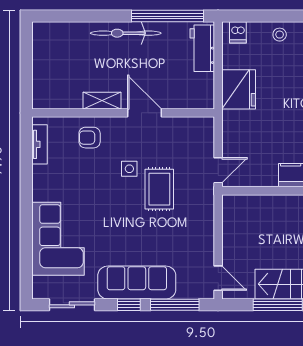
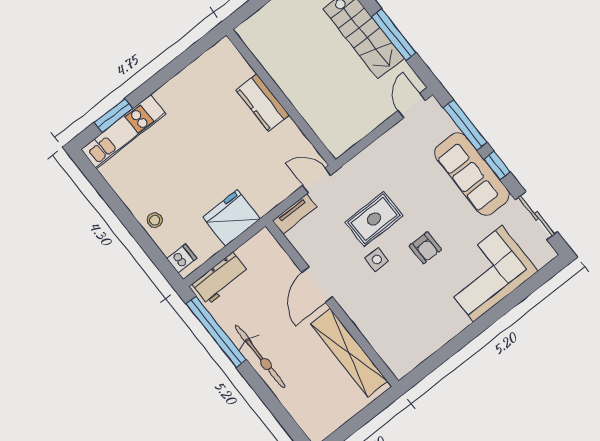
shelving: (102, 101) -> (349, 353), width x2.20, depth x1.33
armchair: (90, 138) -> (425, 248), moved
tv unit: (39, 144) -> (295, 214), moved, turned 180

